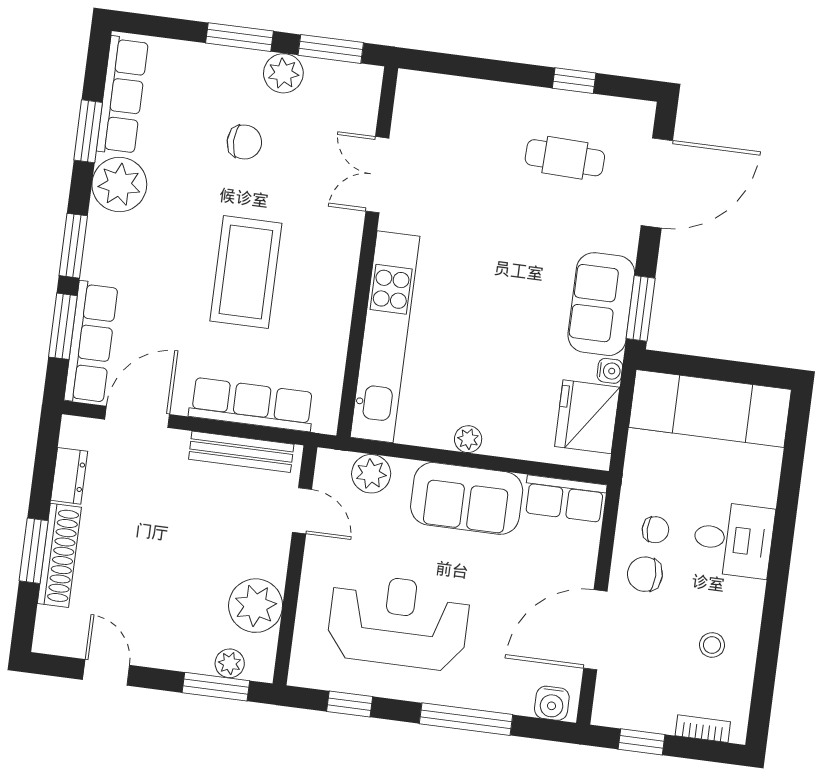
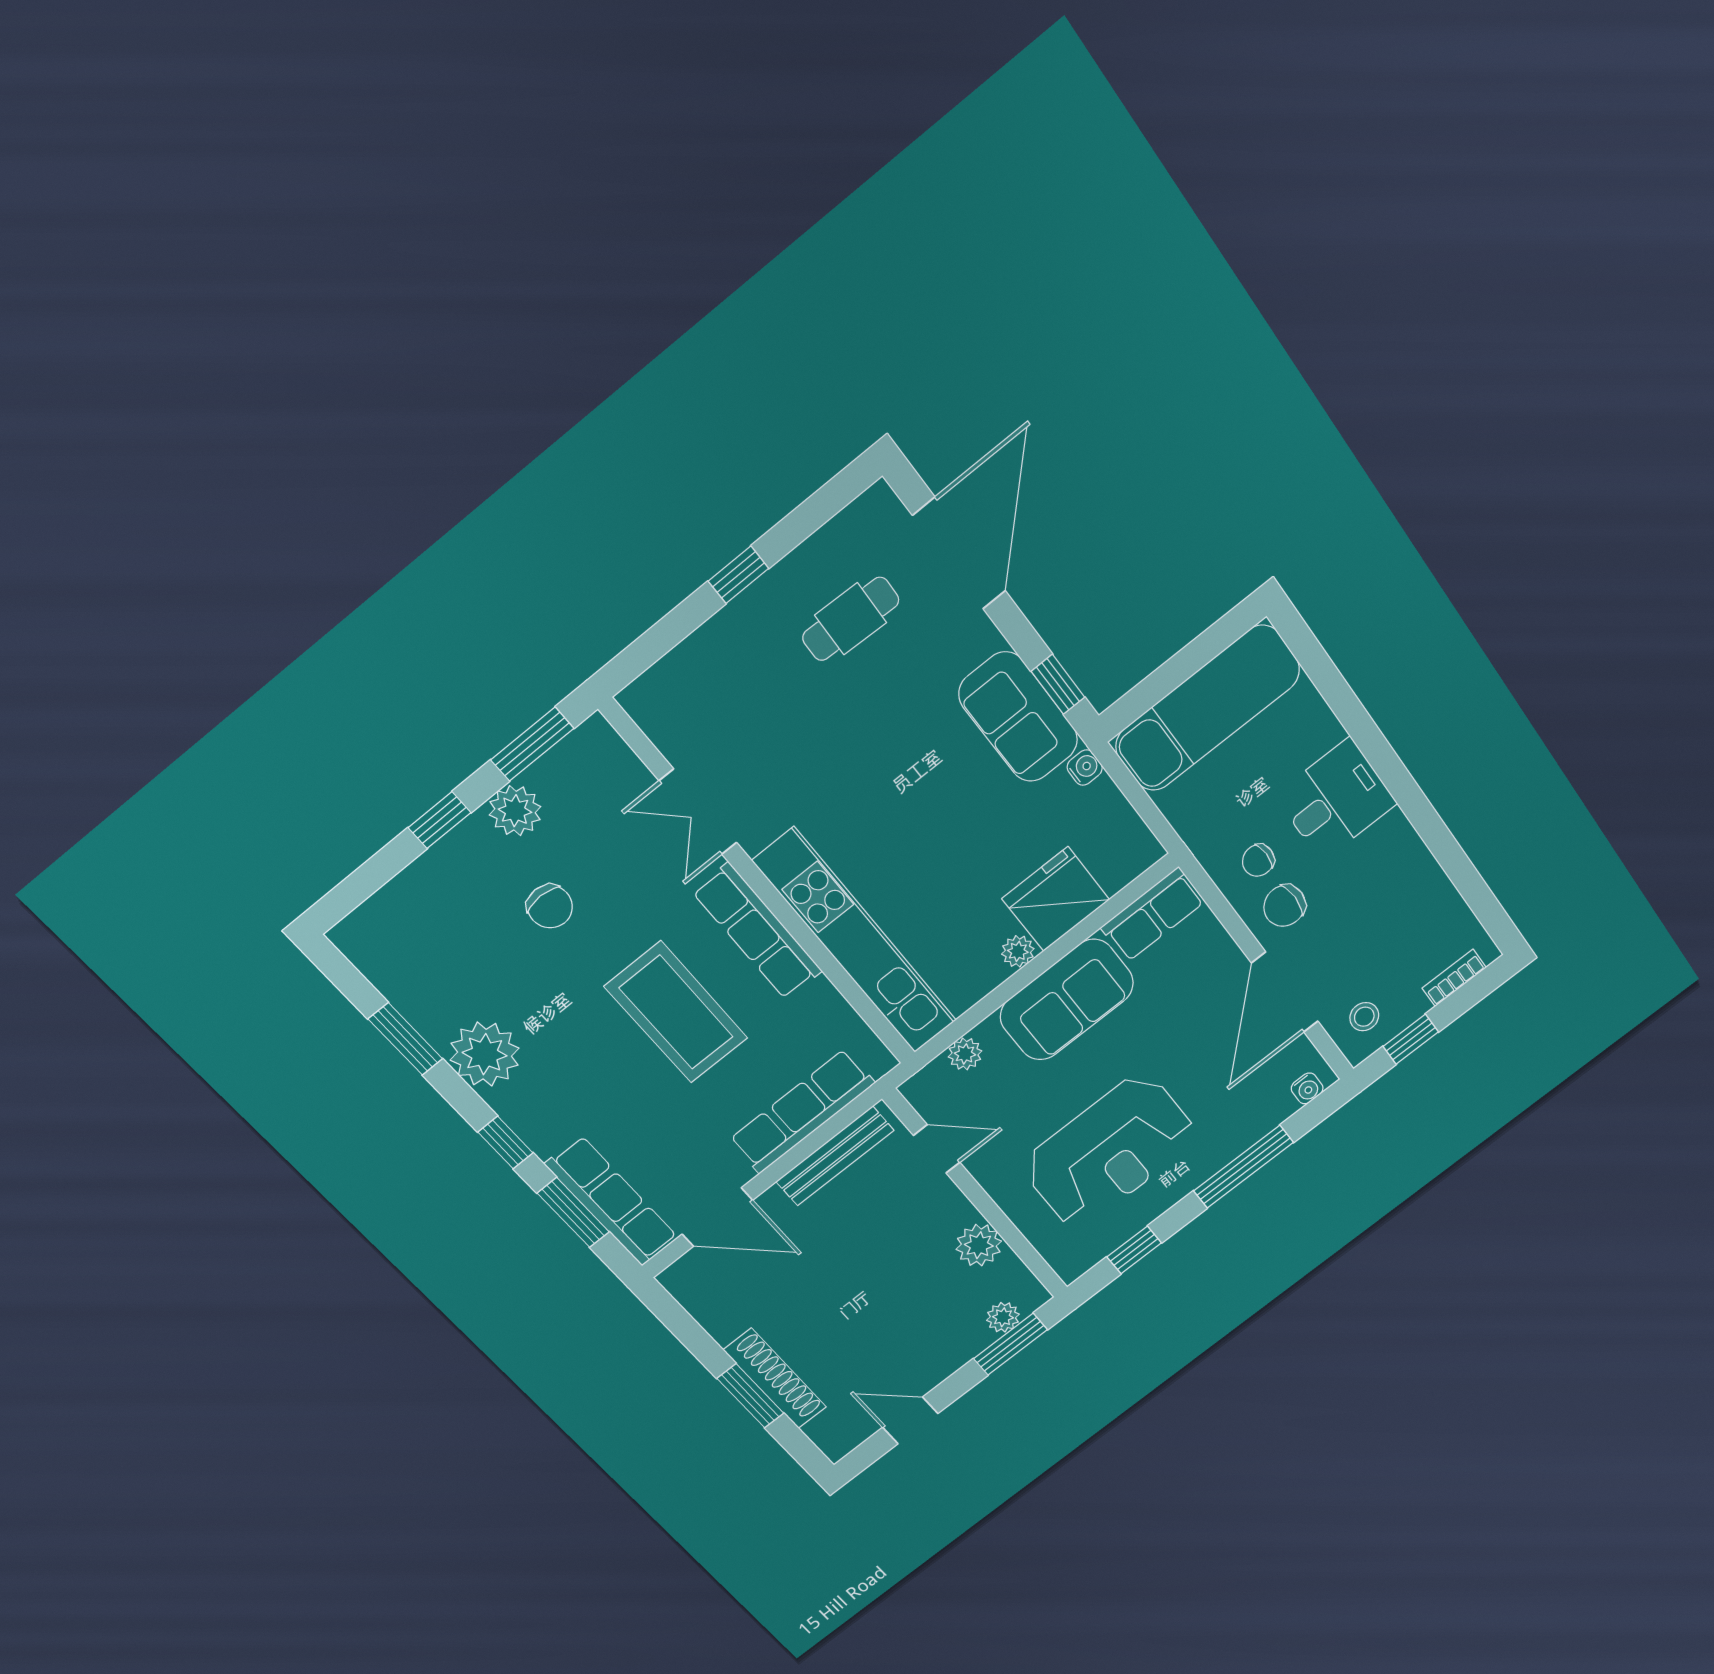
window: (239, 37) -> (440, 820), width x0.67
window: (574, 81) -> (738, 575), moved
row of seats: (122, 96) -> (758, 932), moved, turned 180
chair: (244, 142) -> (550, 906), turned 90
window: (73, 246) -> (505, 1142), width x0.67
window: (641, 308) -> (1058, 684), width x0.67
door: (137, 417) -> (717, 1217), swing flipped
fridge: (587, 417) -> (1056, 899), moved, turned 90
plant: (371, 474) -> (965, 1054), width x0.73, depth x0.73
dresser: (69, 476) -> (714, 1316), removed
chair: (655, 530) -> (1258, 860), turned 180
plant: (256, 606) -> (979, 1245), width x0.73, depth x0.73
reception desk: (398, 622) -> (1110, 1151), turned 180
stool: (712, 645) -> (1364, 1017), moved
water cooler: (552, 703) -> (1307, 1088), width x0.72, depth x0.72

